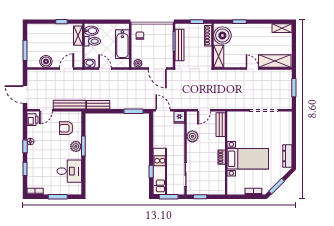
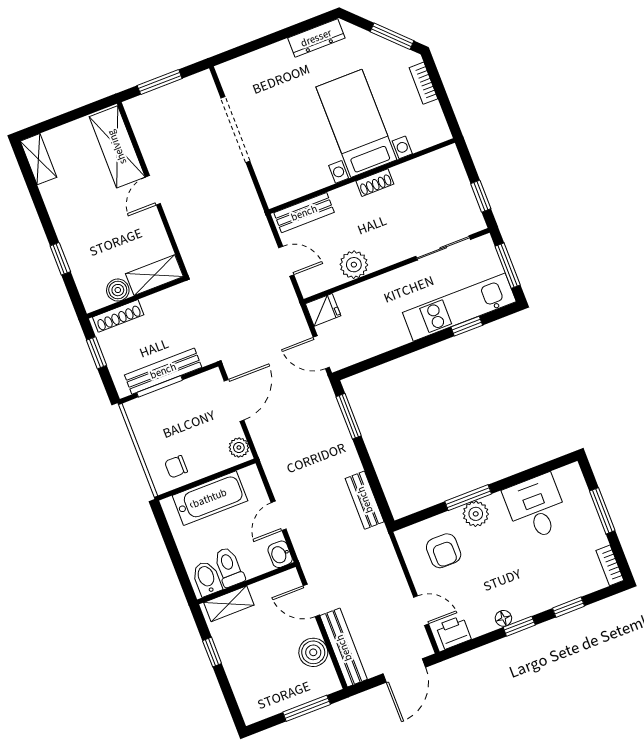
boiler: (222, 35) -> (118, 290), width x0.54, depth x0.54
bench: (70, 105) -> (344, 648), moved
door: (163, 110) -> (321, 352), hinge flipped

